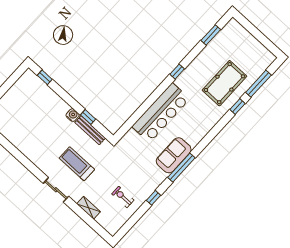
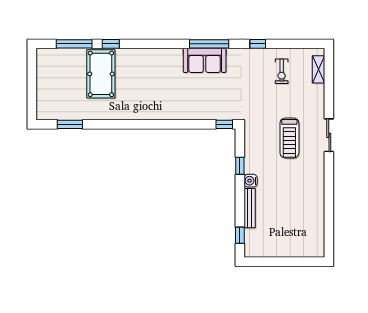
window: (177, 72) -> (224, 124), moved
pool table: (224, 83) -> (101, 74), turned 90
bar counter: (161, 113) -> (178, 106), removed
bench: (90, 130) -> (250, 208), moved
shelving: (89, 208) -> (318, 69), moved

